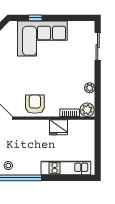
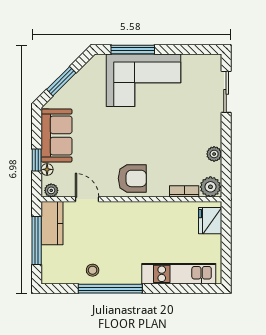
window: (35, 18) -> (133, 49), width x2.17
armchair: (35, 104) -> (132, 178), turned 90
fridge: (58, 127) -> (210, 221), moved, turned 90

